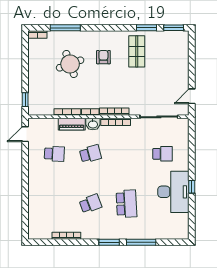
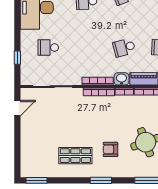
window: (146, 28) -> (101, 180), moved
shop shelf: (137, 51) -> (75, 156), turned 90
armchair: (103, 57) -> (110, 149), turned 90
window: (192, 187) -> (17, 58), moved

